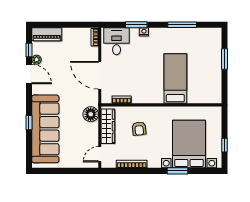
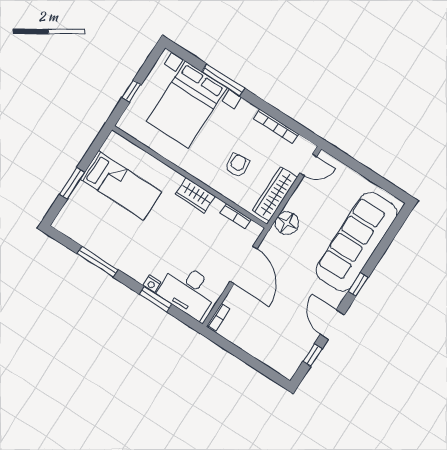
piano: (47, 34) -> (277, 360), removed
desk: (117, 41) -> (188, 291), width x1.37
plant: (37, 60) -> (311, 337), removed
bed: (175, 78) -> (121, 185), moved, turned -90
wardrobe: (152, 97) -> (195, 195), added
window: (29, 123) -> (358, 285), moved
window: (224, 145) -> (132, 91), moved
window: (177, 171) -> (223, 80), width x1.44

